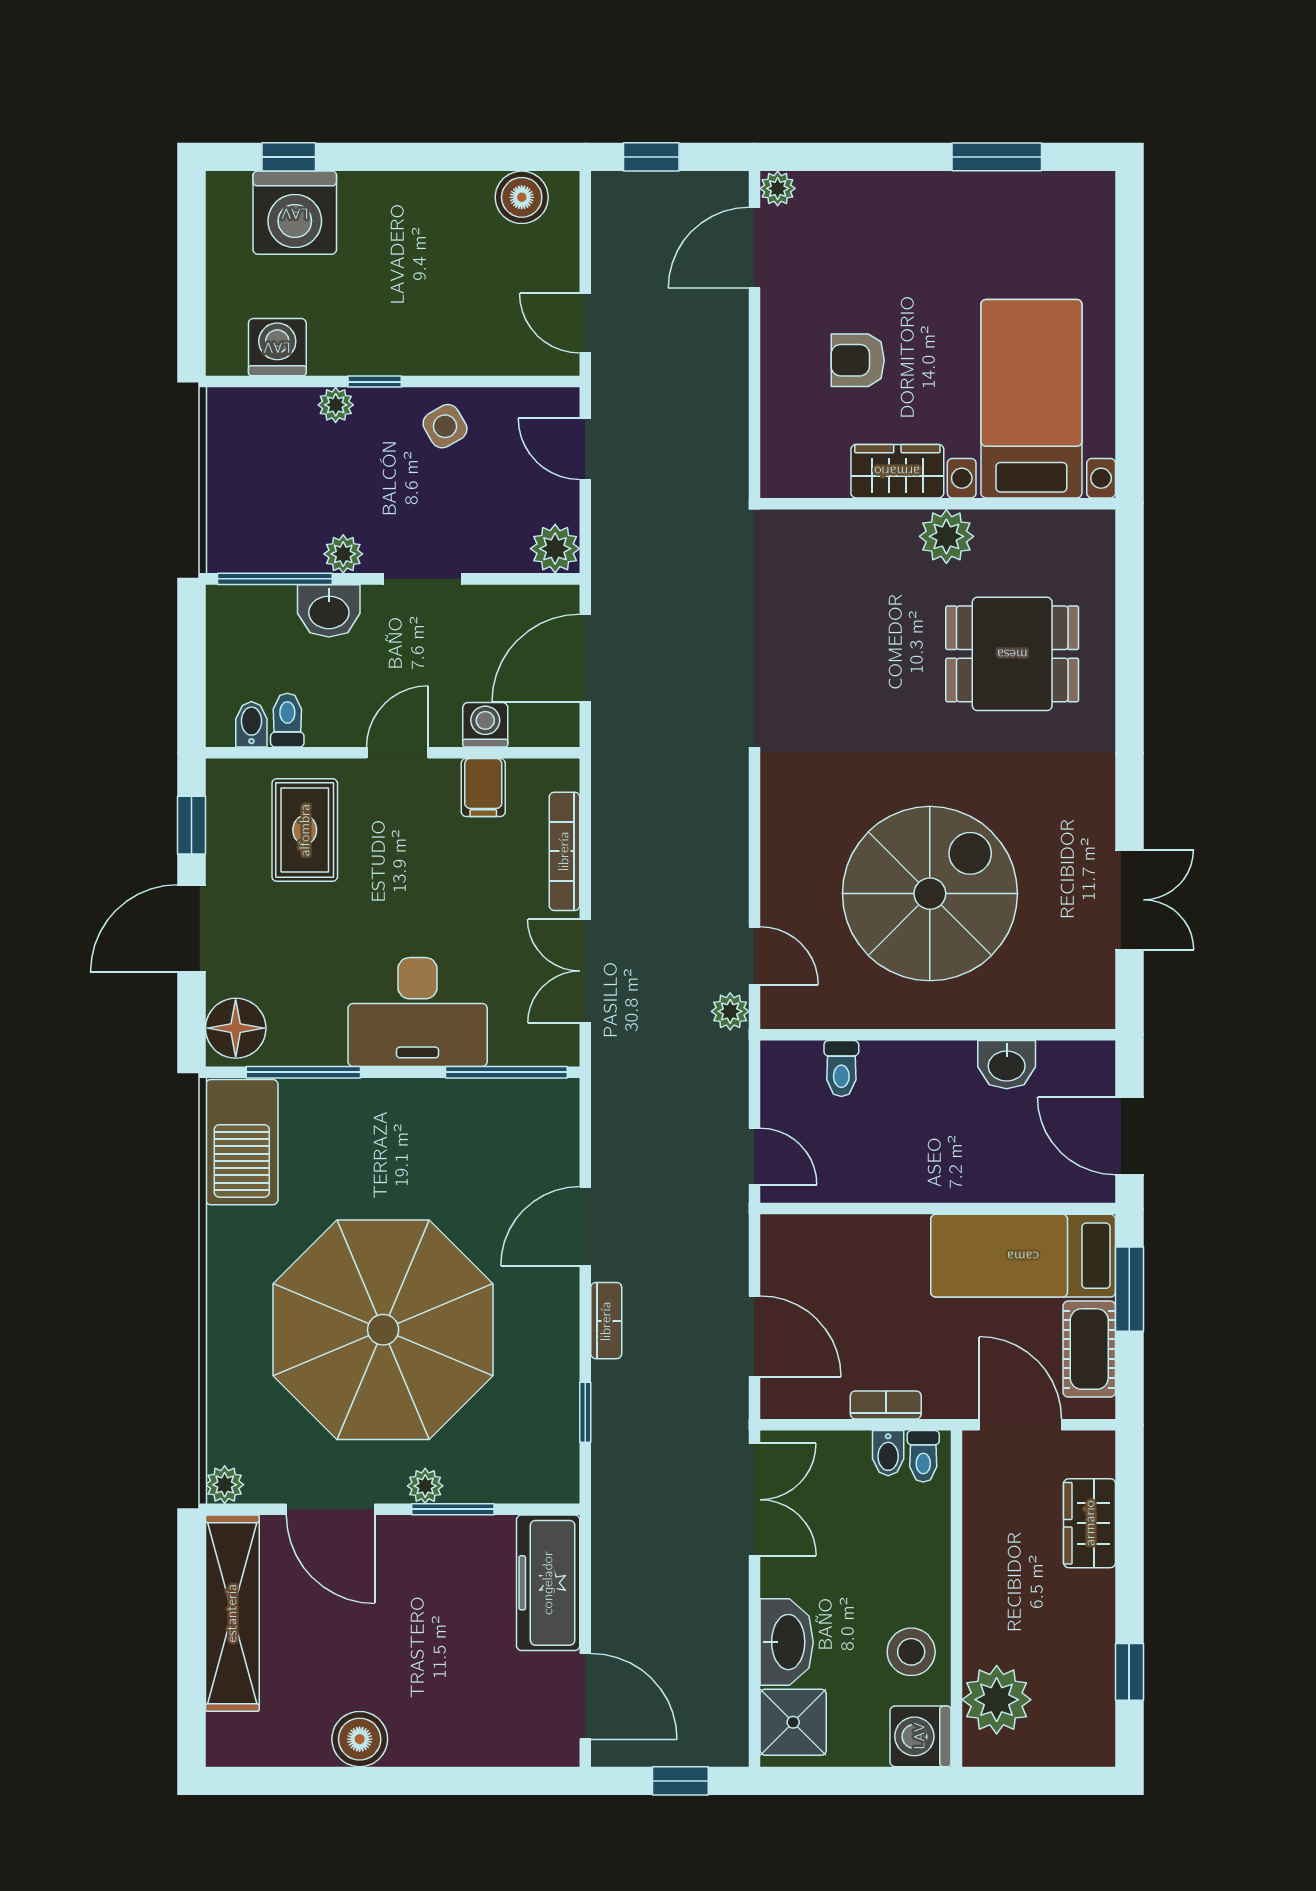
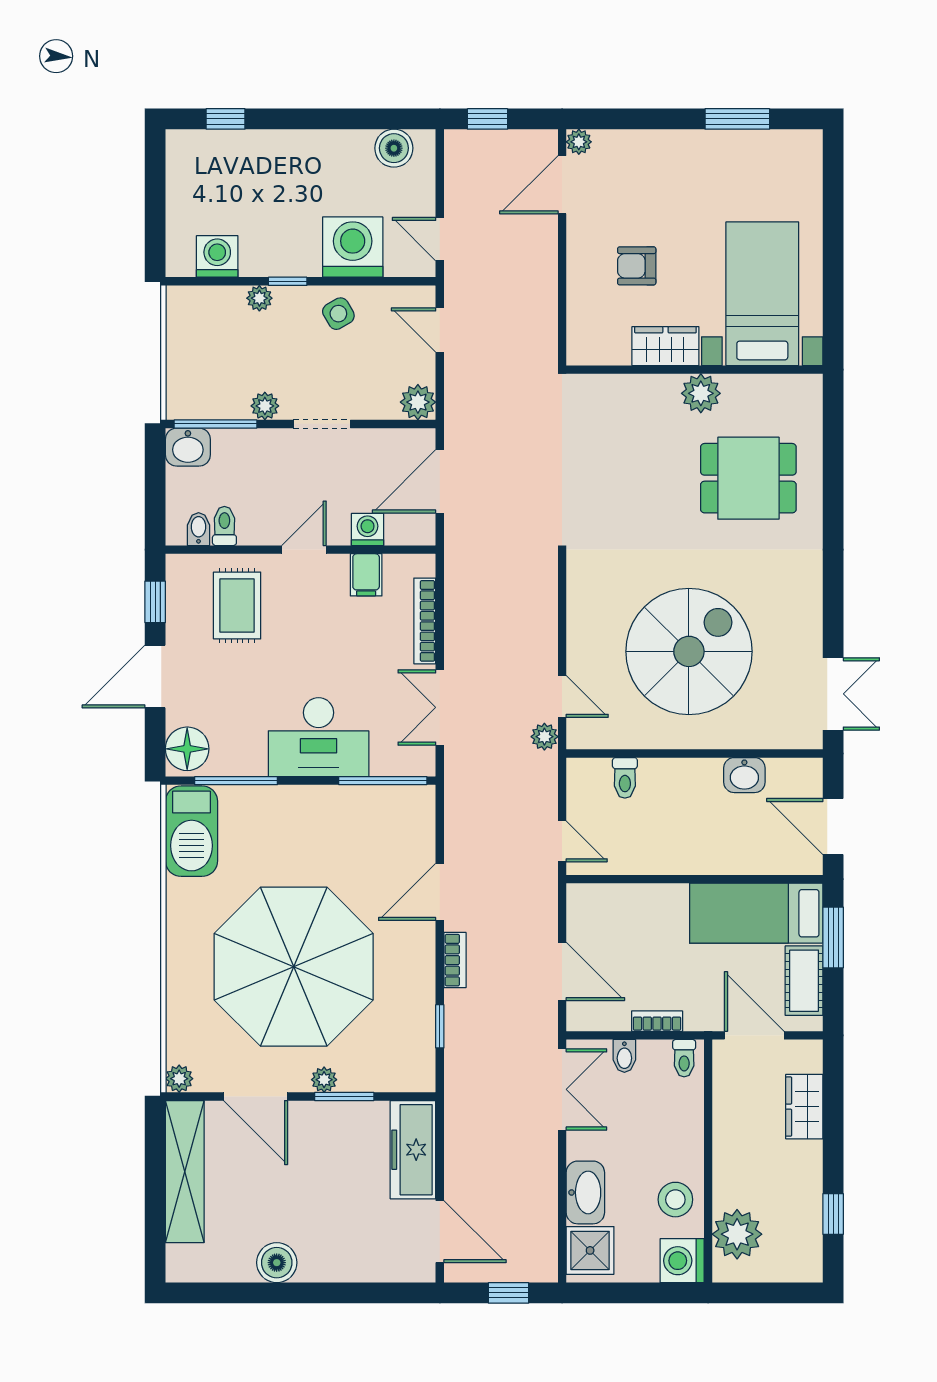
washing machine: (295, 213) -> (353, 247), moved, turned 180
washbasin: (329, 611) -> (188, 447), moved
double door: (1129, 900) -> (833, 694), moved
bidet: (888, 1453) -> (624, 1056), moved

